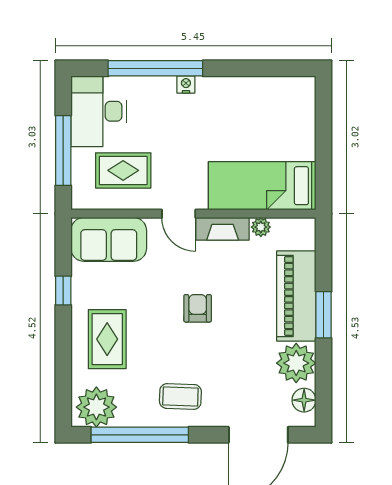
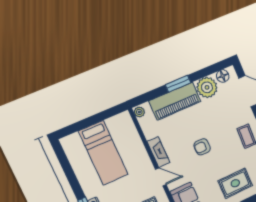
bed: (262, 186) -> (103, 153), moved
door: (179, 214) -> (161, 177), hinge flipped
plant: (261, 227) -> (139, 112), moved

